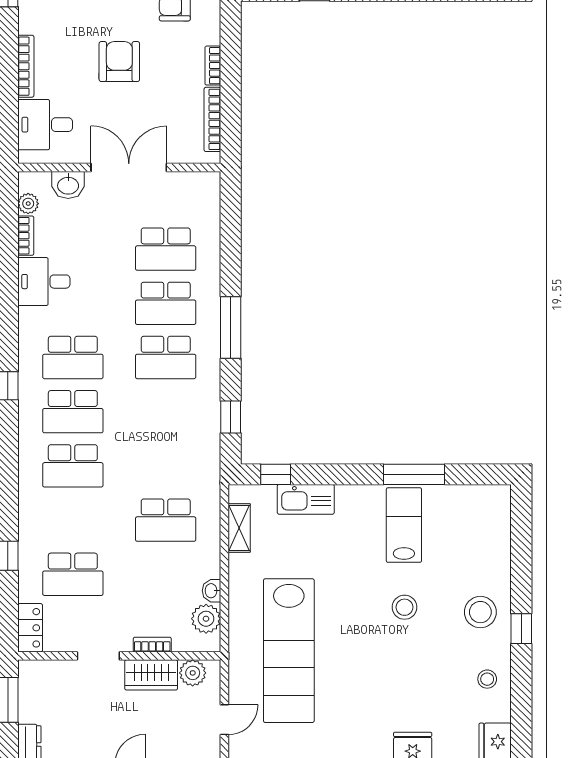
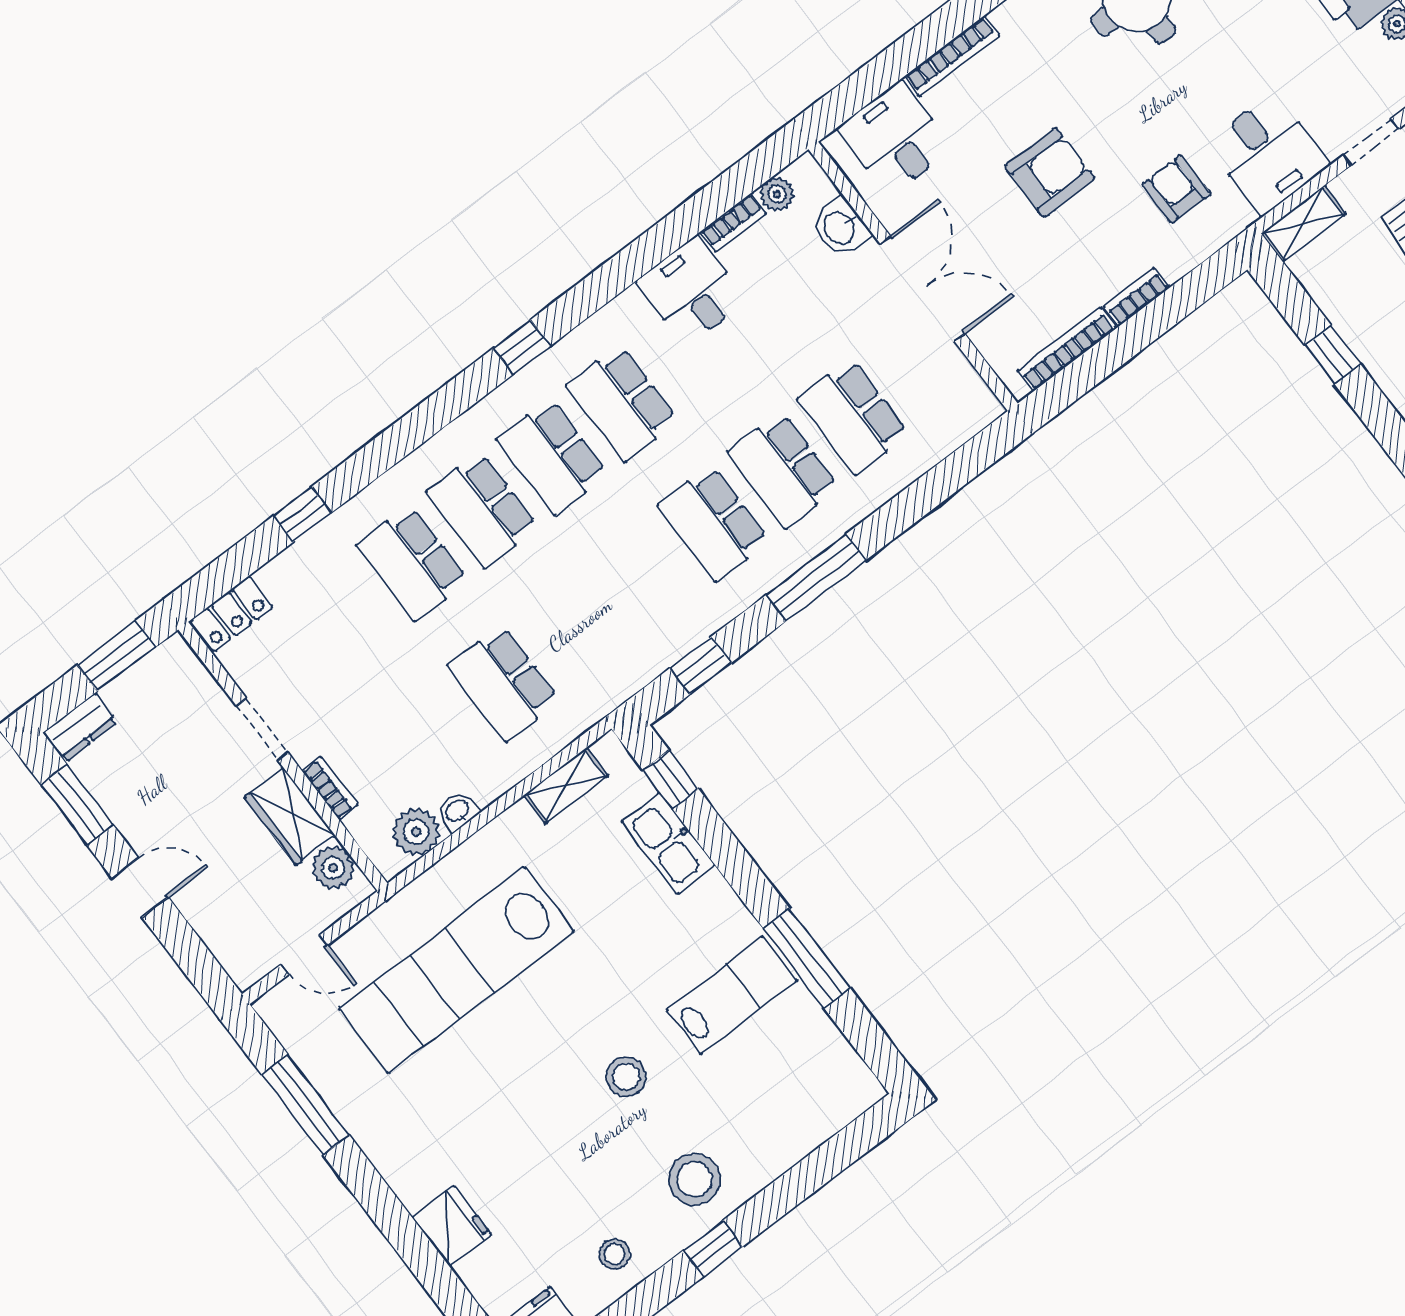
school desk: (73, 574) -> (412, 563), moved

